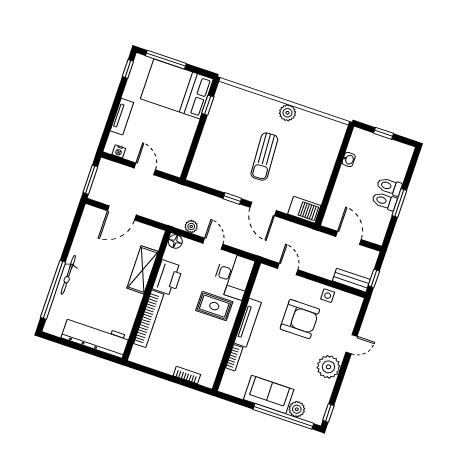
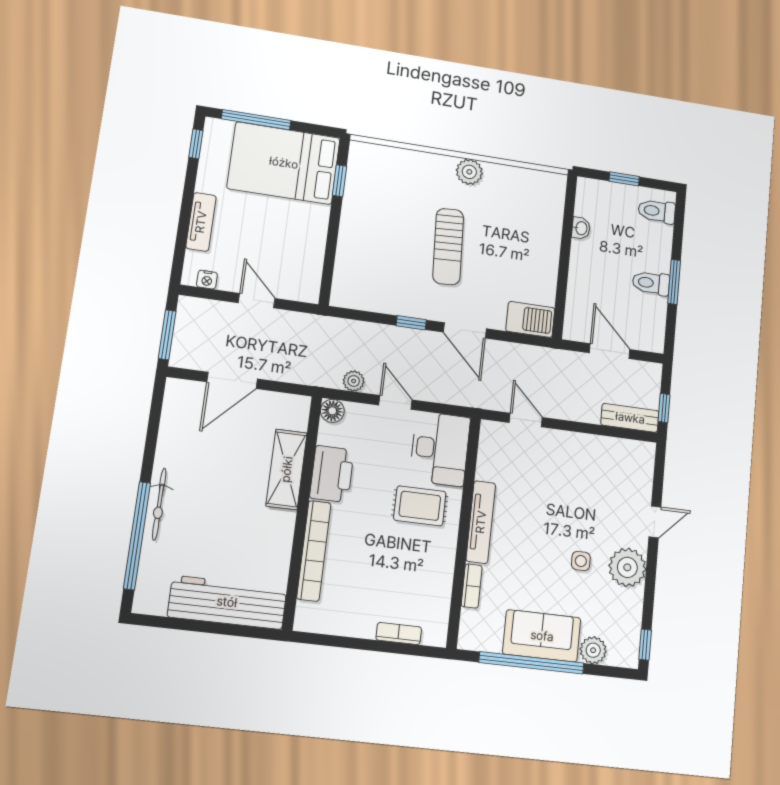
toilet: (389, 186) -> (657, 211), moved
side table: (328, 296) -> (581, 561), moved
armchair: (300, 319) -> (564, 498), removed
window: (283, 416) -> (532, 663), moved

